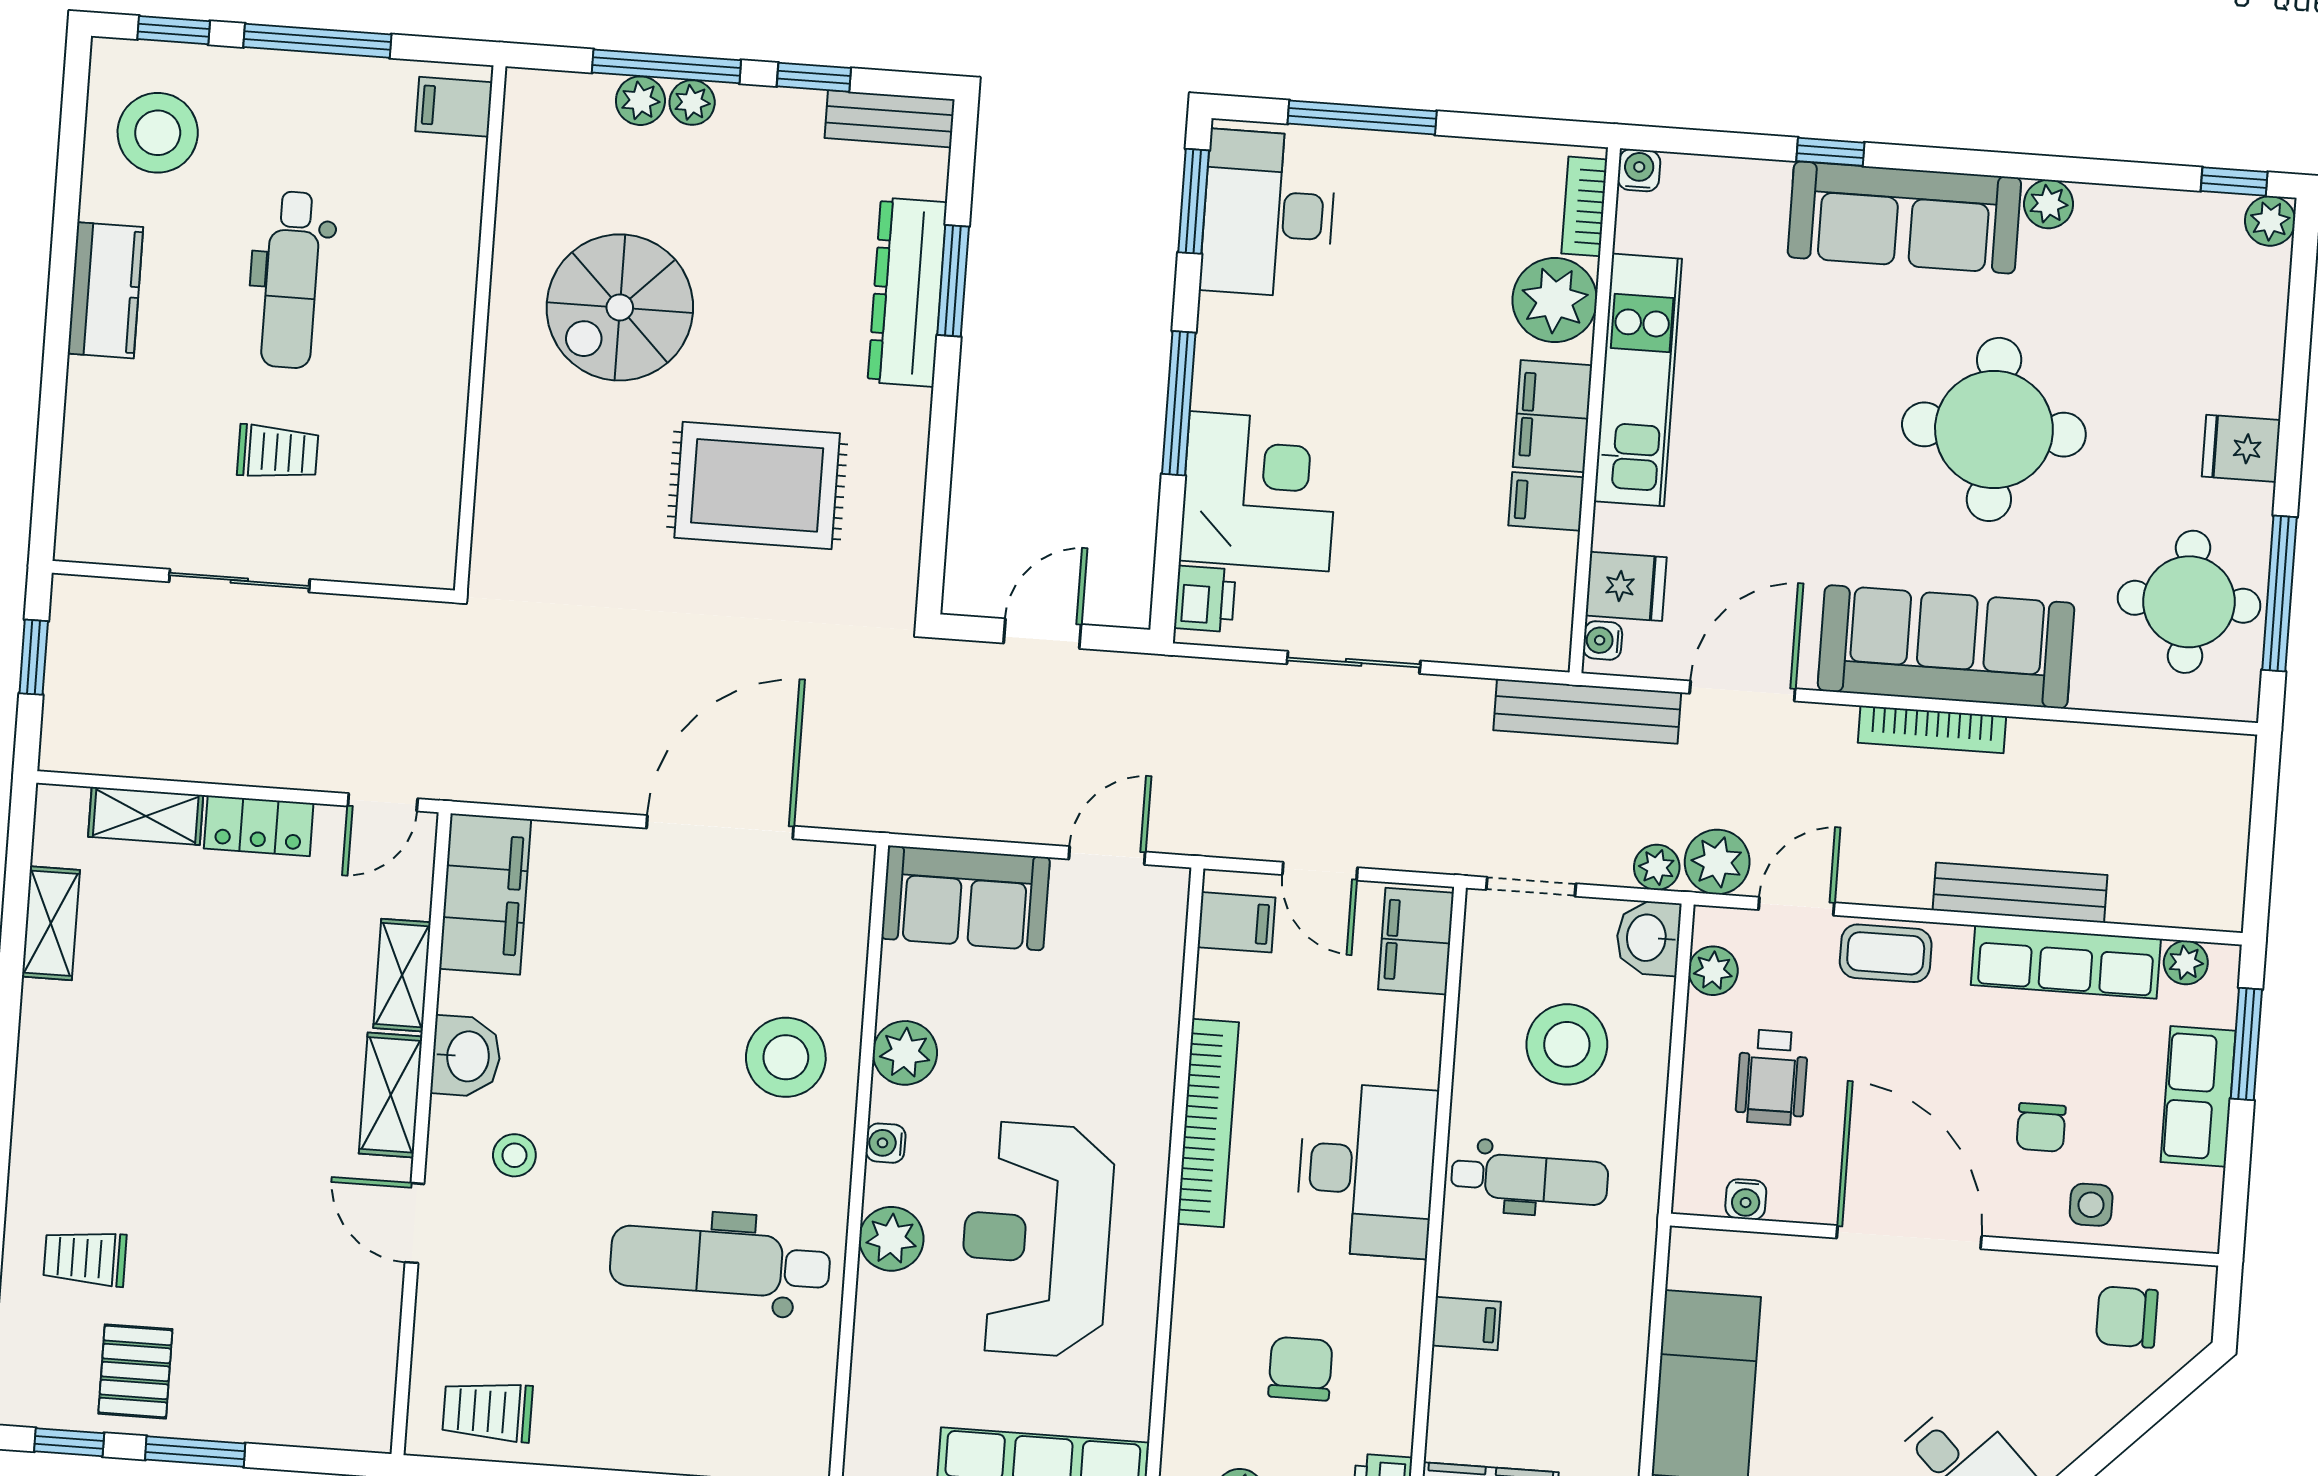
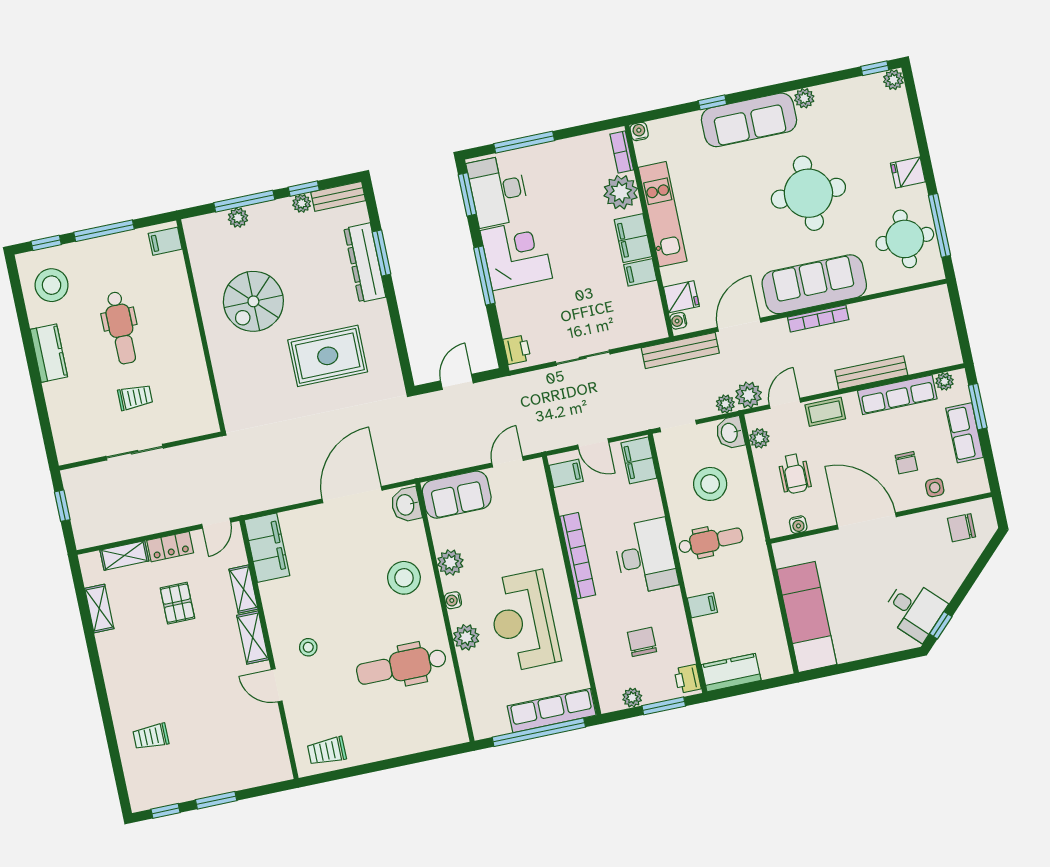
plant: (692, 103) -> (302, 203), moved
corner desk: (1259, 491) -> (516, 254), moved
washbasin: (466, 1056) -> (406, 505), moved, turned 180
pallet: (135, 1371) -> (177, 603), moved

